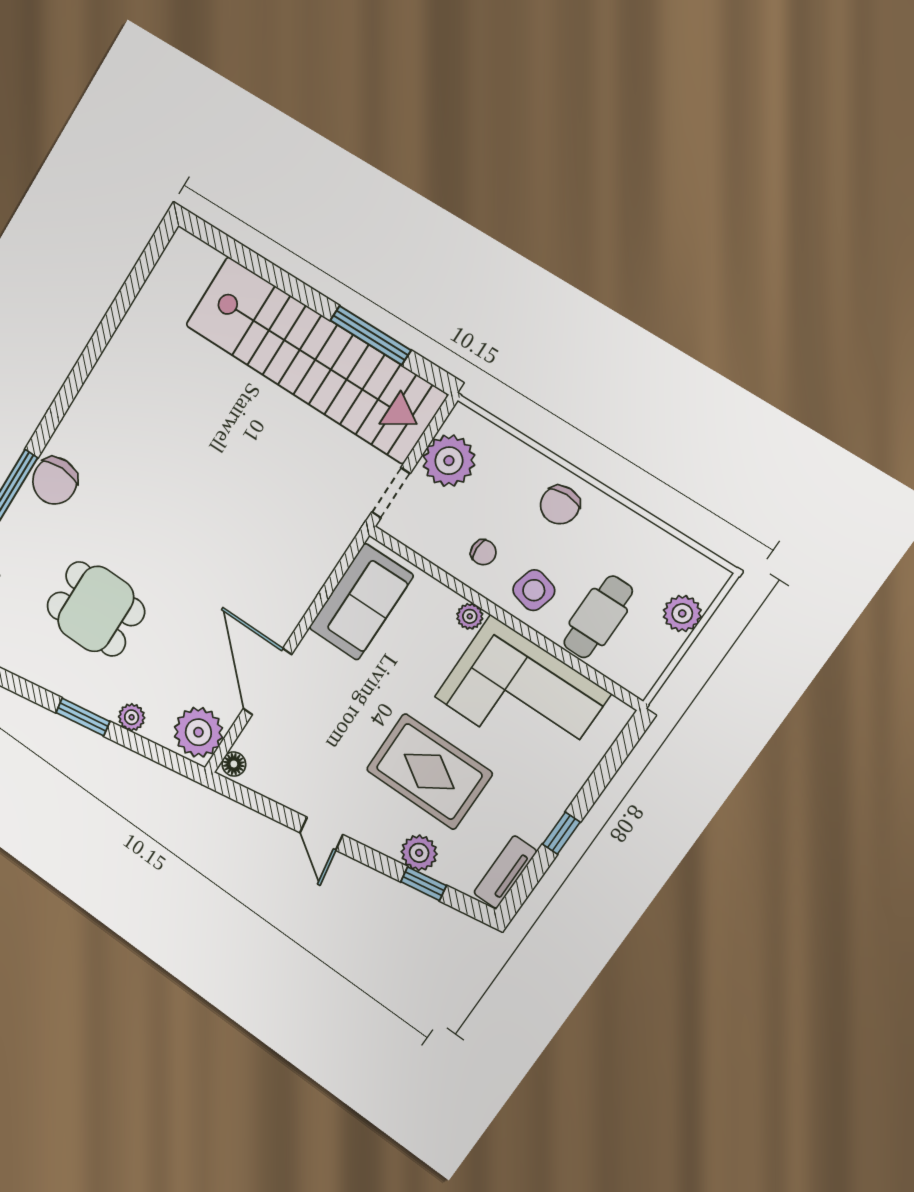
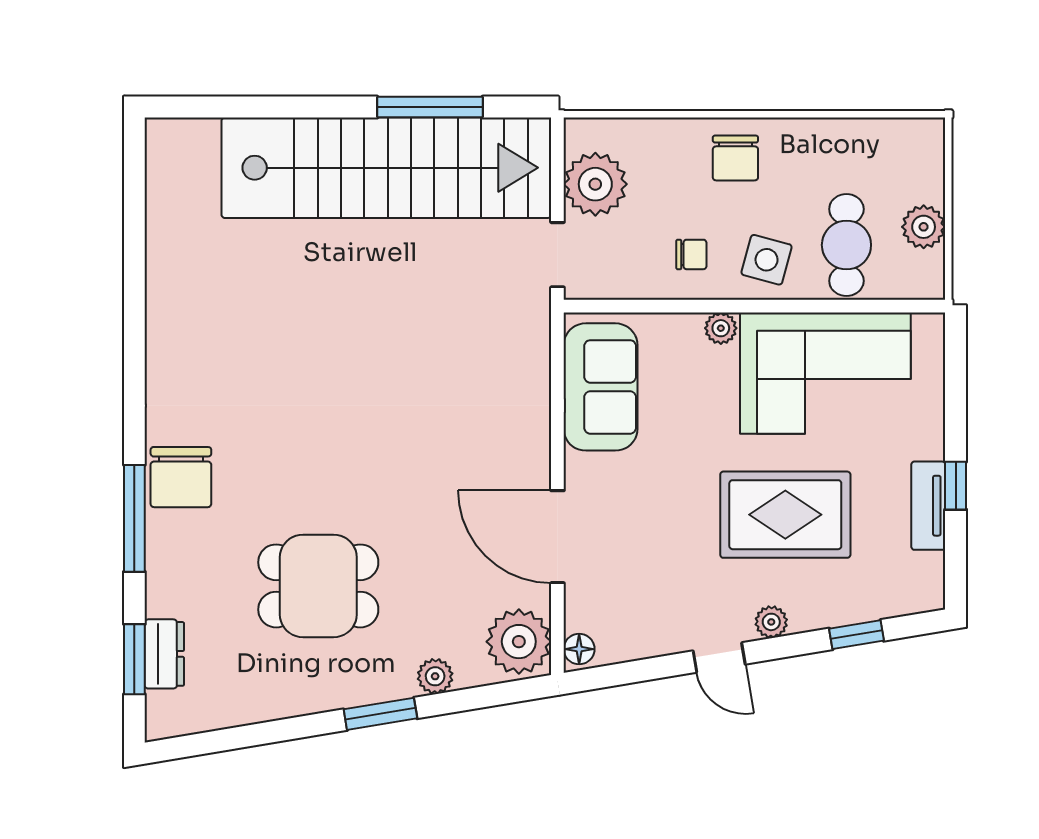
plant: (682, 613) -> (924, 227), moved
plant: (419, 853) -> (771, 622), moved, width x0.73, depth x0.73
tv unit: (505, 872) -> (928, 506), moved

